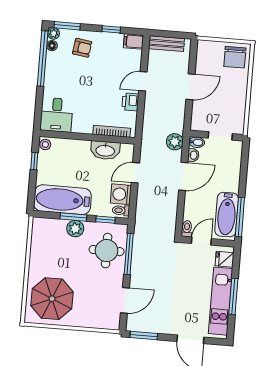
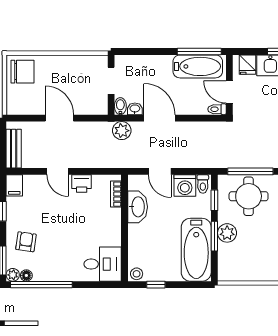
bookcase: (112, 131) -> (116, 194), width x0.64

